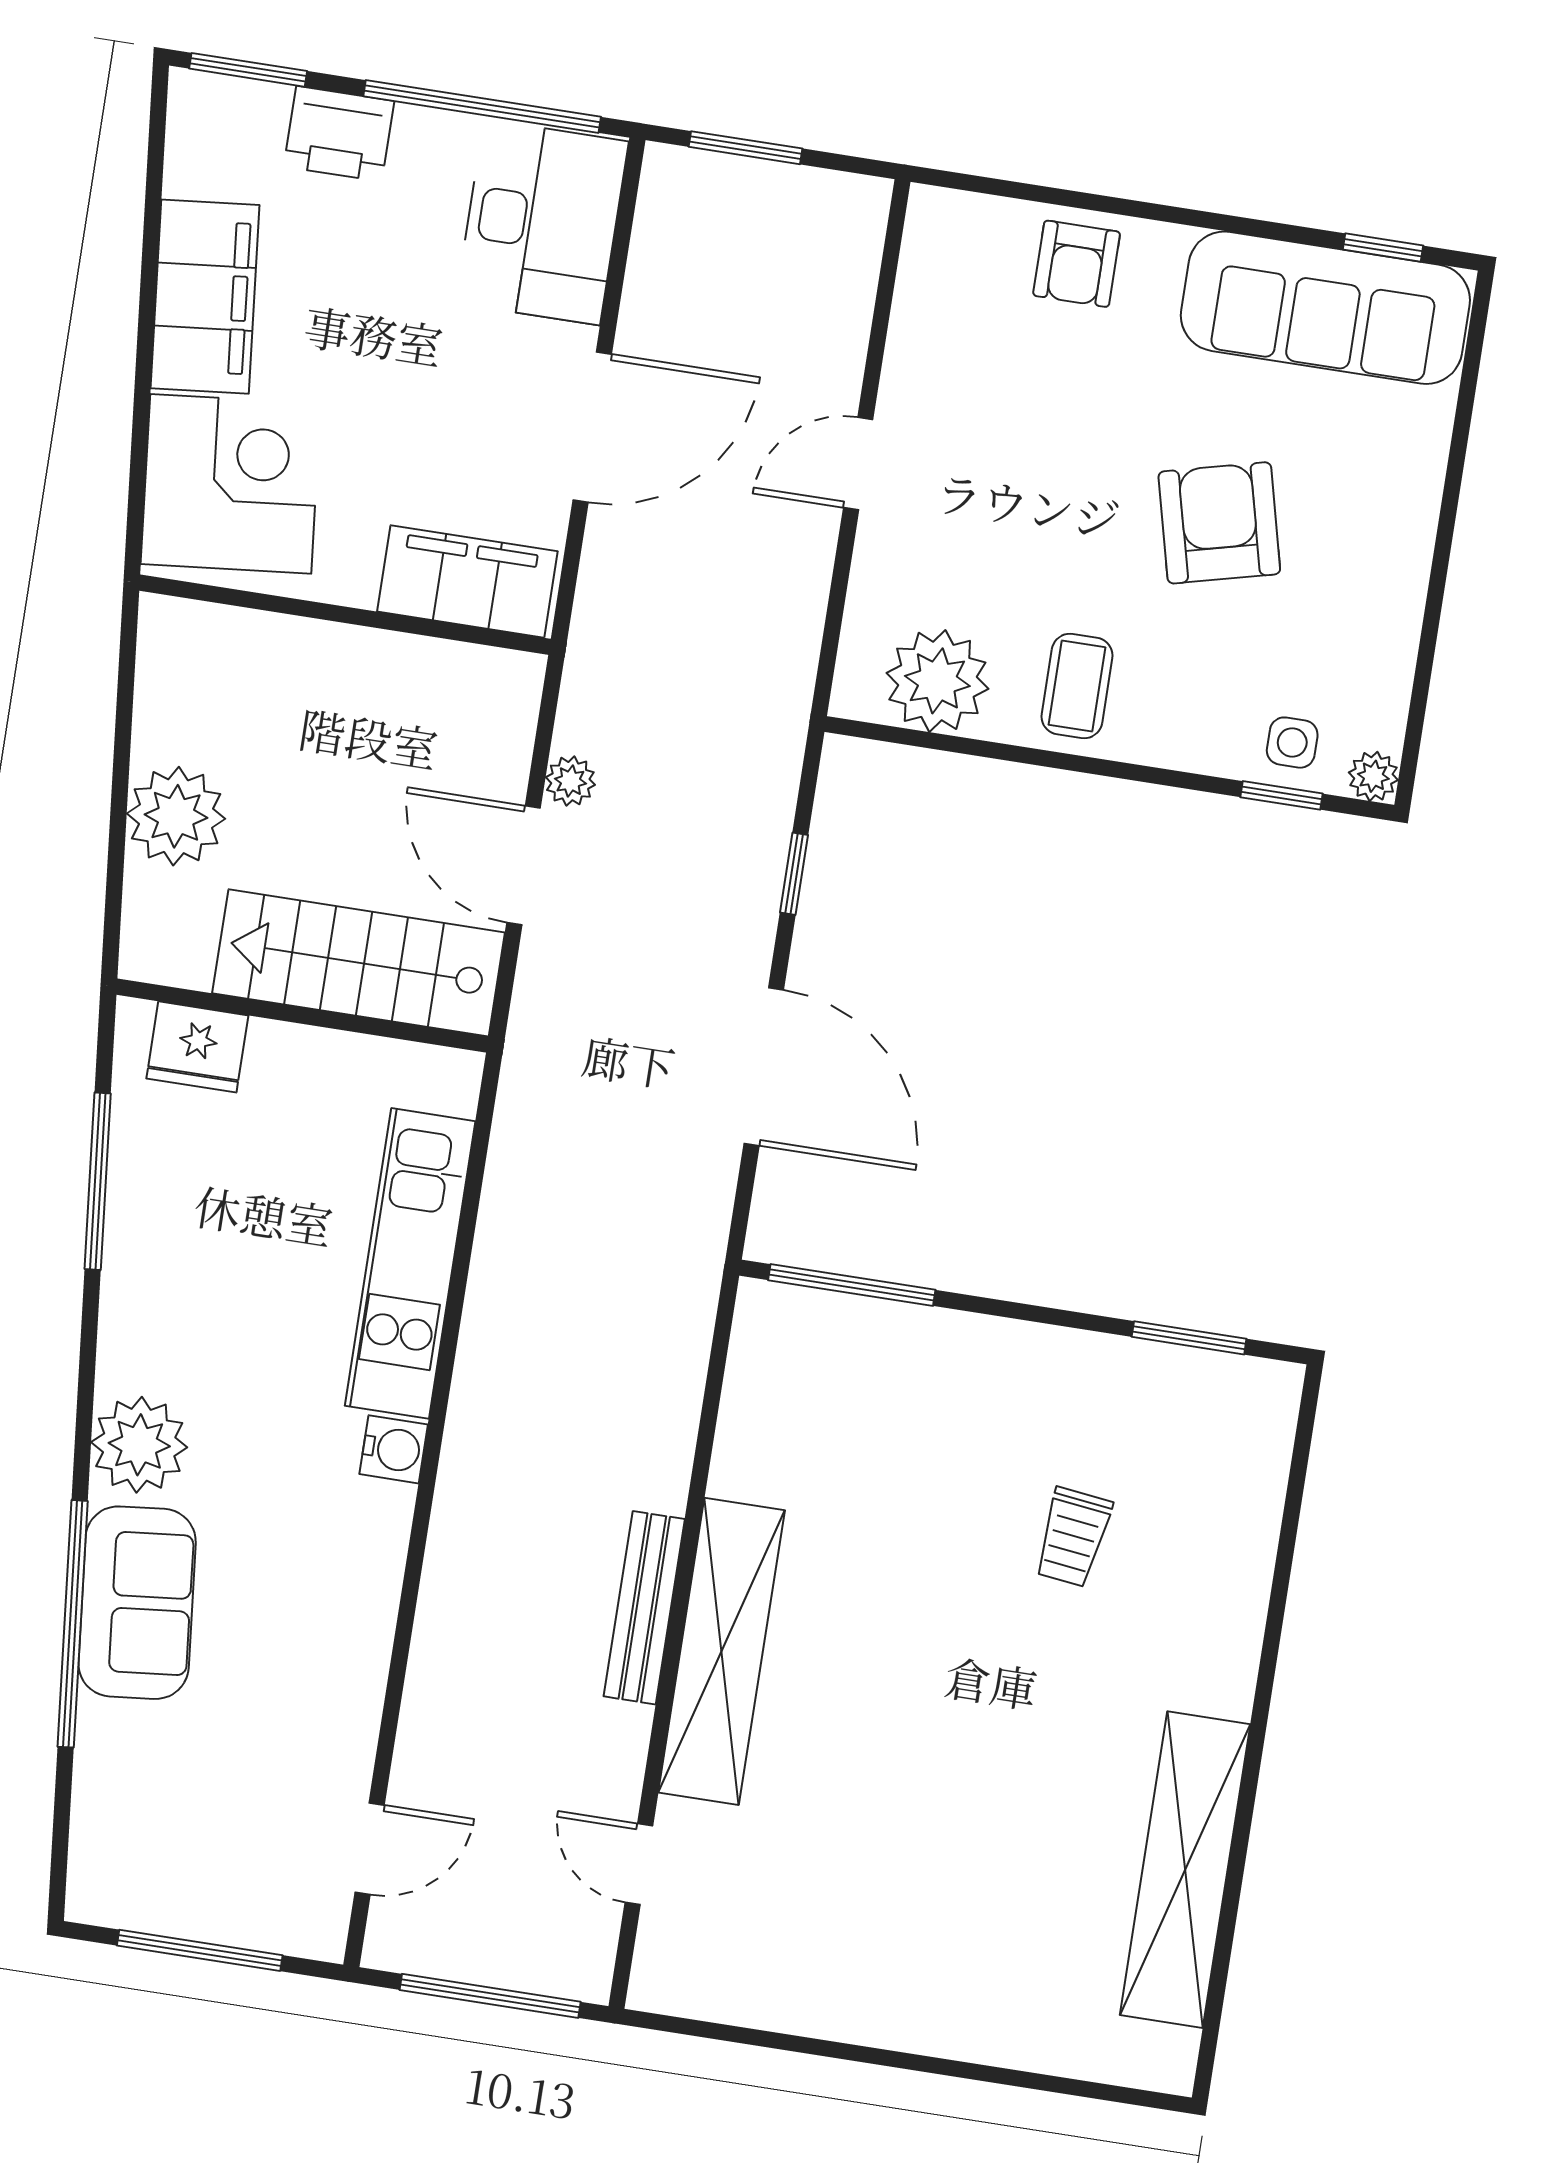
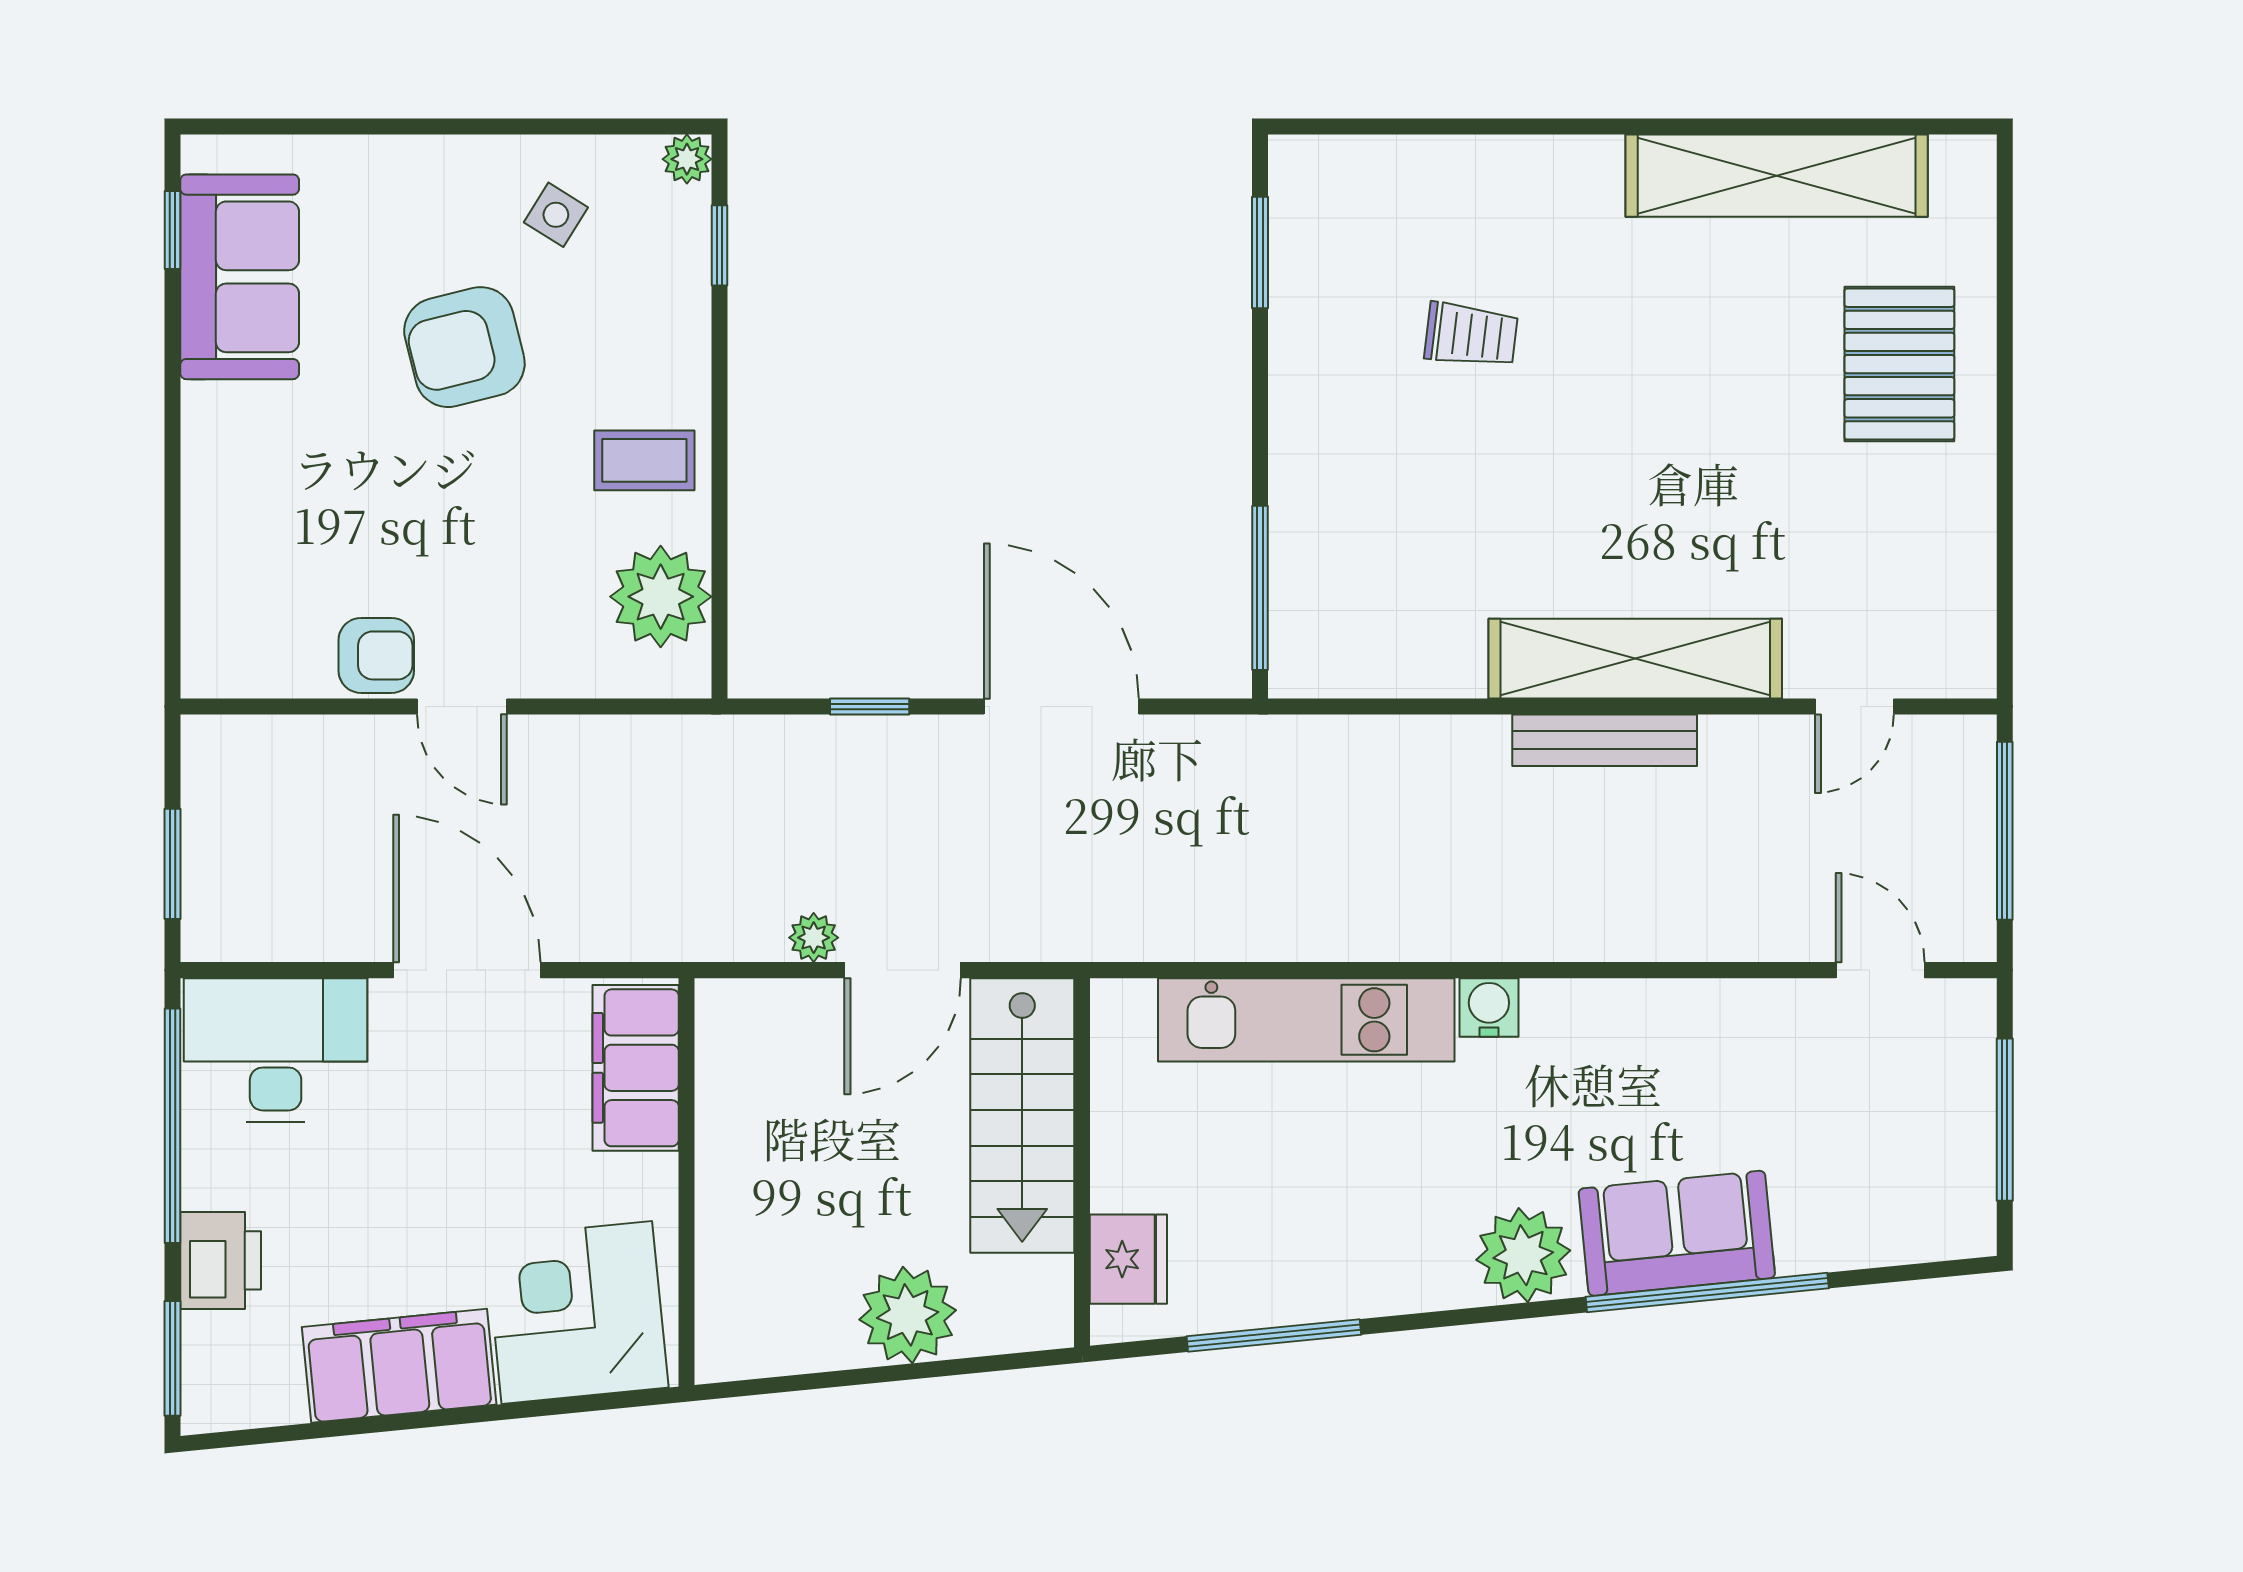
armchair: (1077, 264) -> (376, 655), moved
sofa: (1325, 308) -> (240, 277), width x0.73
side table: (1292, 743) -> (556, 215), moved, turned 32
door: (764, 1067) -> (1061, 707), hinge flipped
pallet: (976, 1963) -> (1899, 364), added

